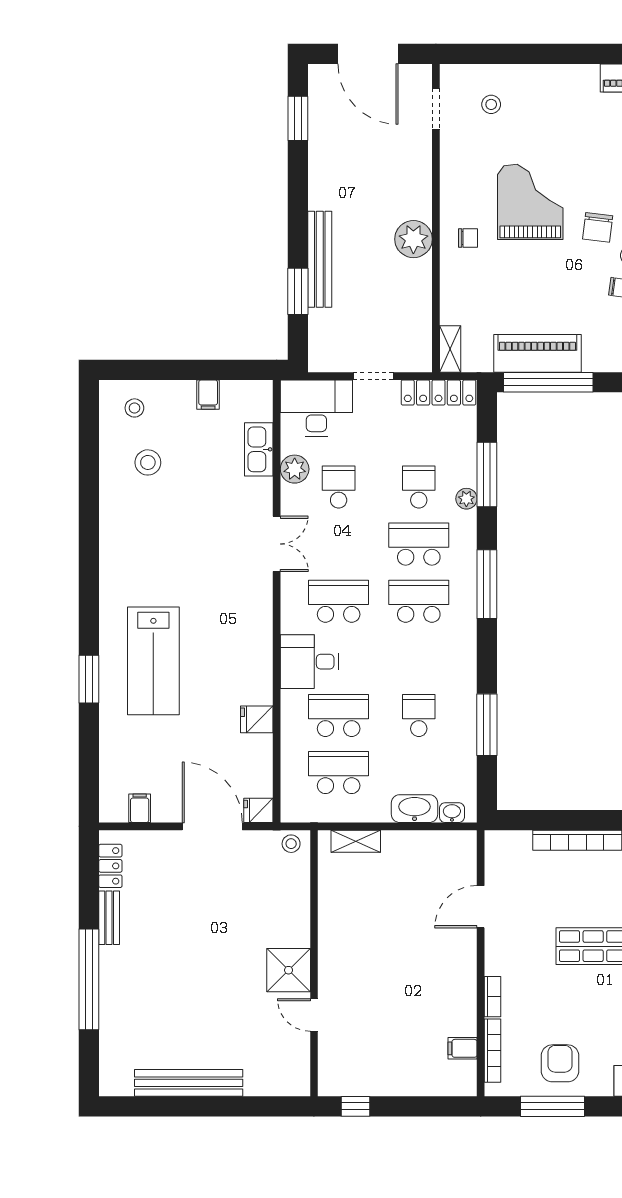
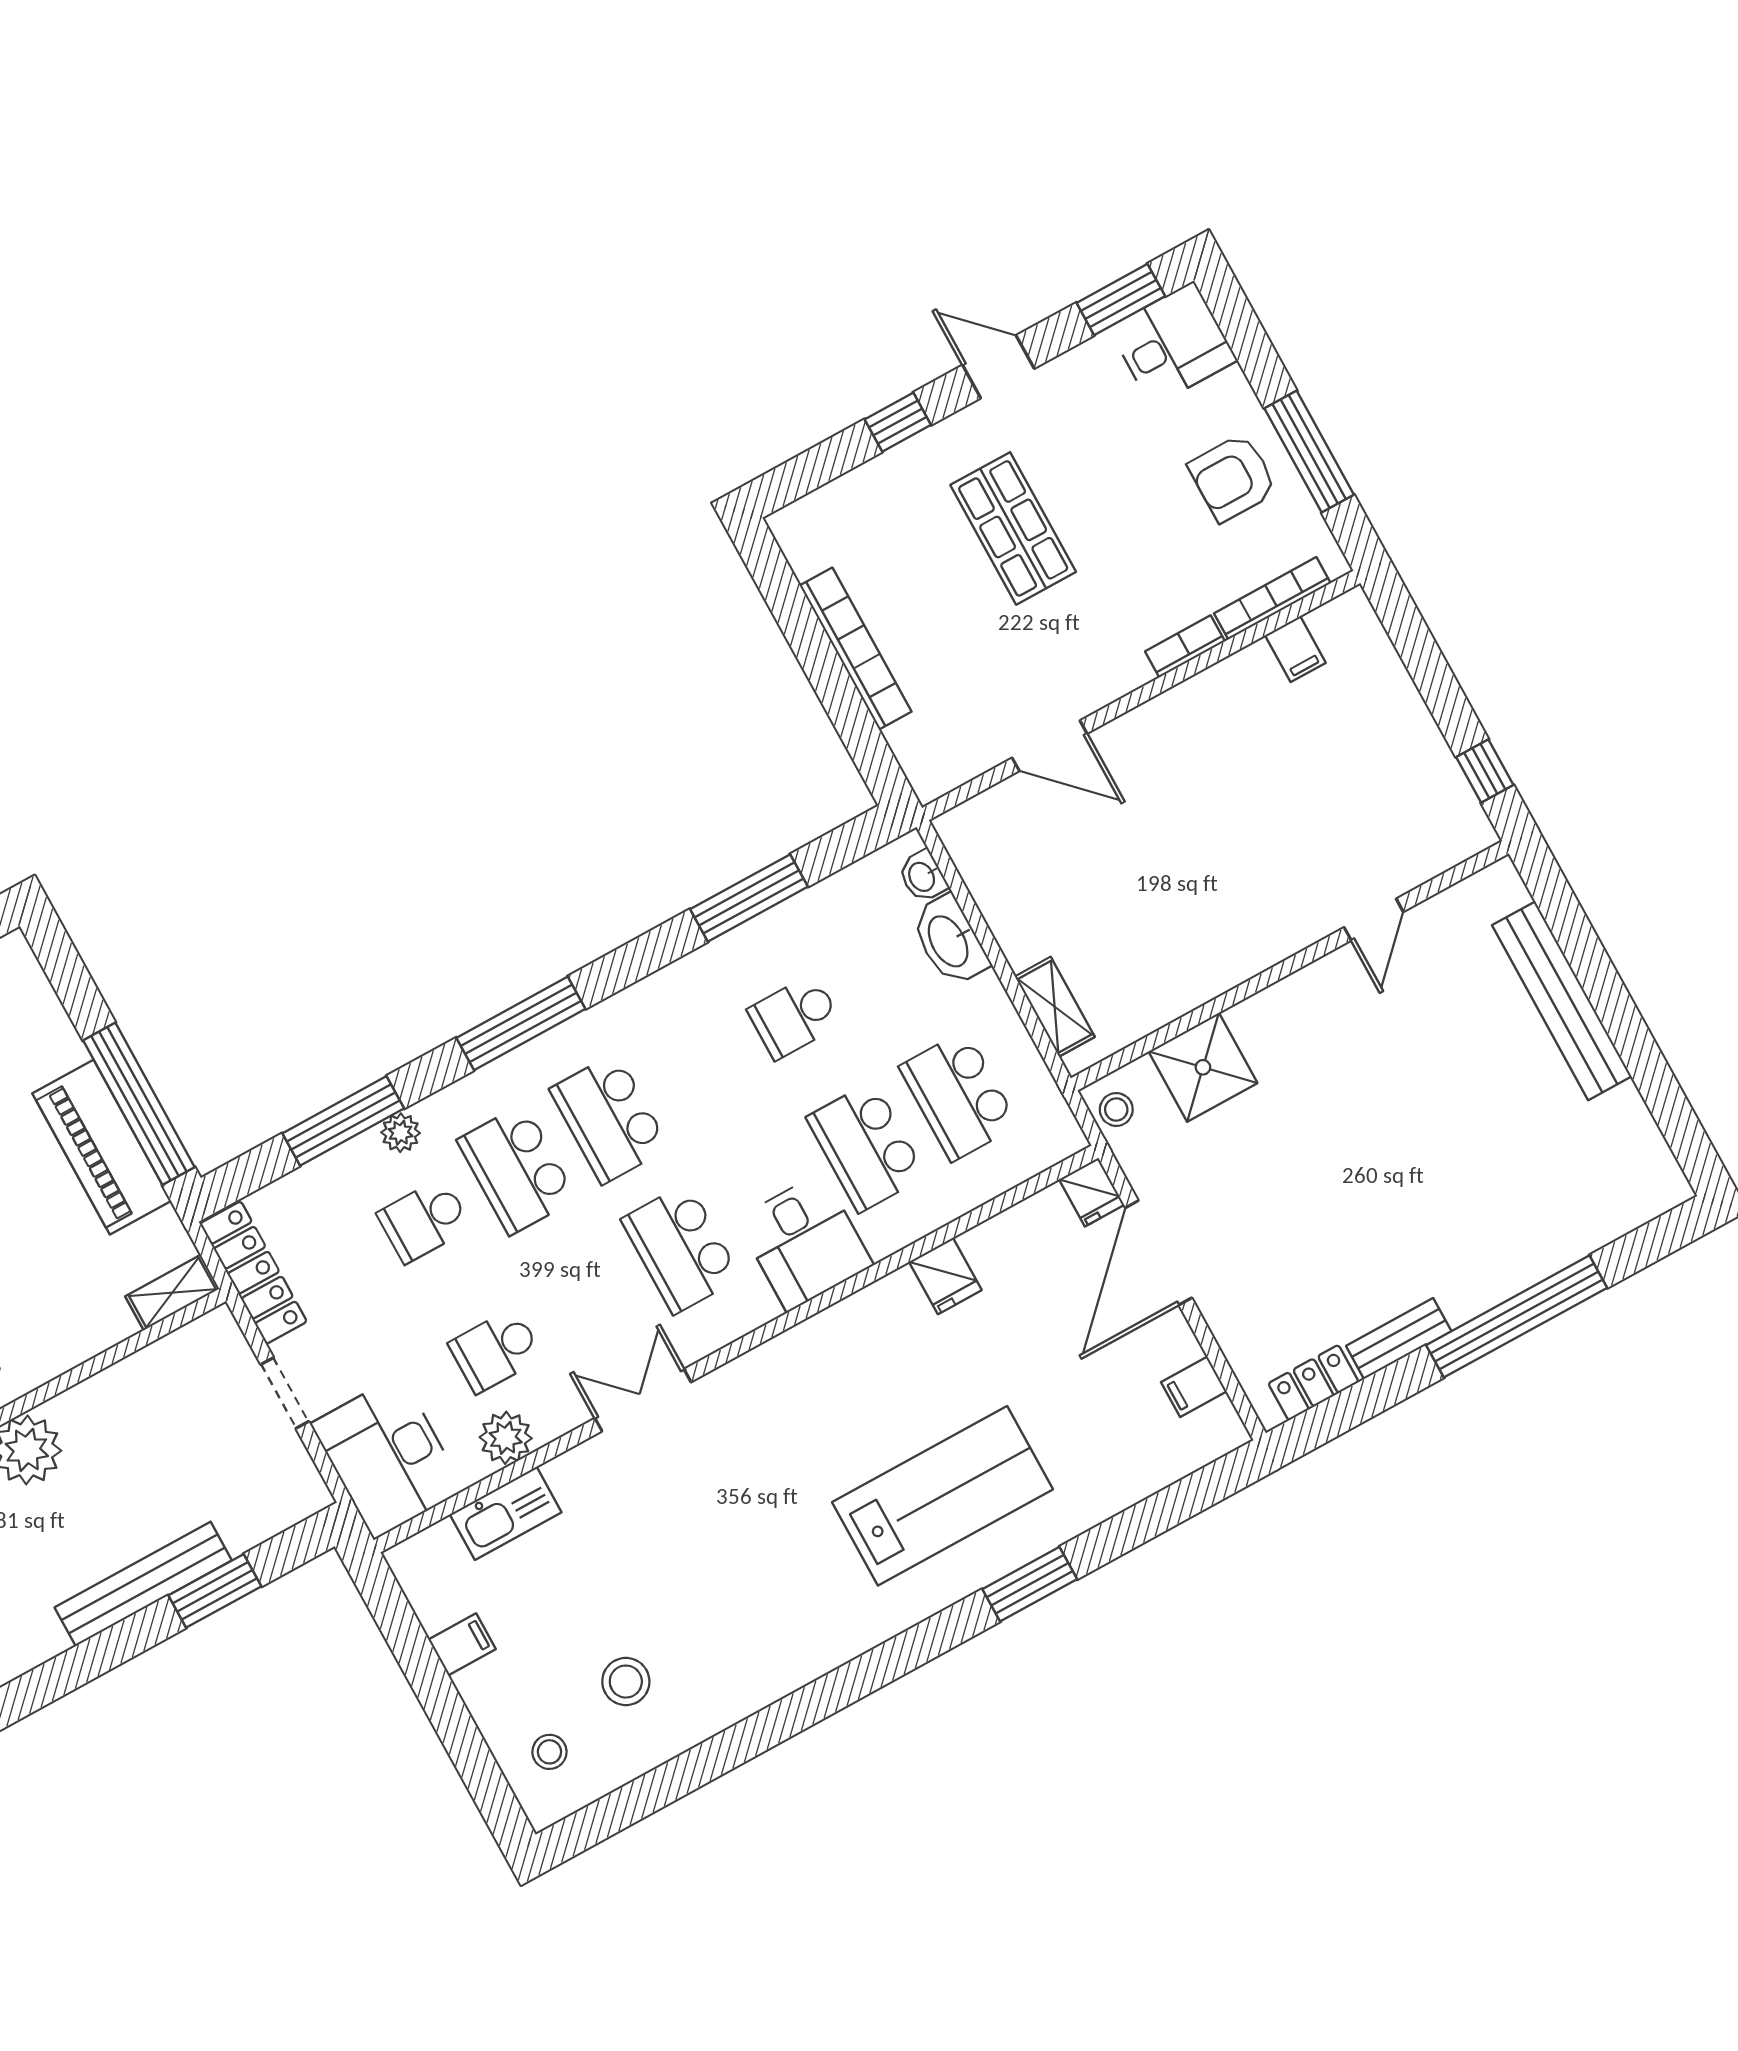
shower: (289, 970) -> (1203, 1067), moved
bench: (189, 1083) -> (1562, 1001), moved

